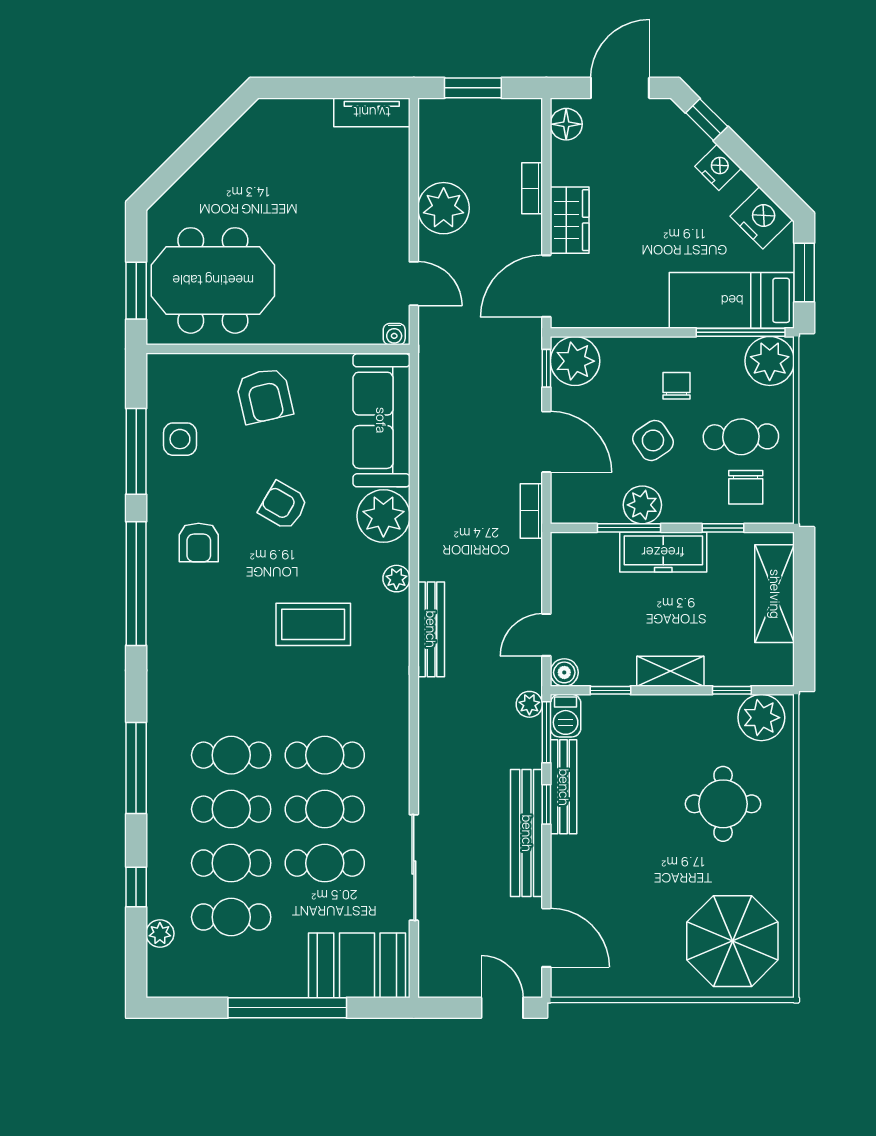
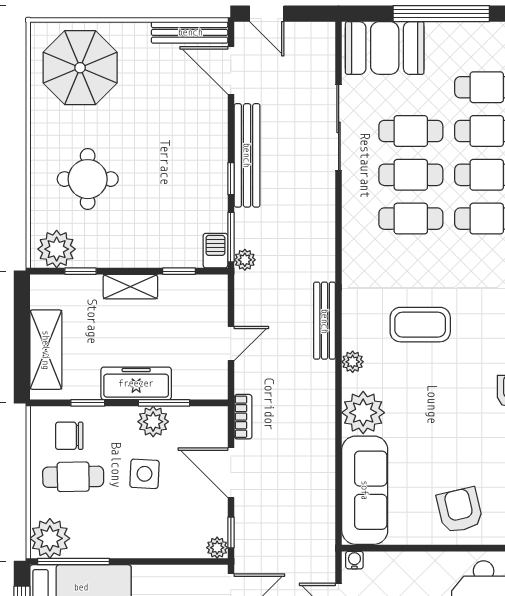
plant: (575, 361) -> (217, 548), width x0.53, depth x0.53
chair: (676, 386) -> (125, 518), removed
side table: (653, 440) -> (144, 474), turned 37
chair: (746, 487) -> (69, 436), turned -90
armchair: (283, 506) -> (444, 421), removed
door: (546, 635) -> (231, 343), moved
boiler: (564, 672) -> (216, 286), removed
bench: (564, 787) -> (190, 32), moved, turned 90

